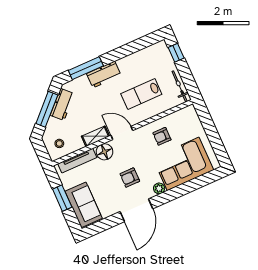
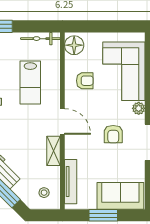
door: (122, 133) -> (62, 121), swing flipped
armchair: (162, 136) -> (85, 81), turned -90
floor lamp: (105, 152) -> (74, 45), moved

